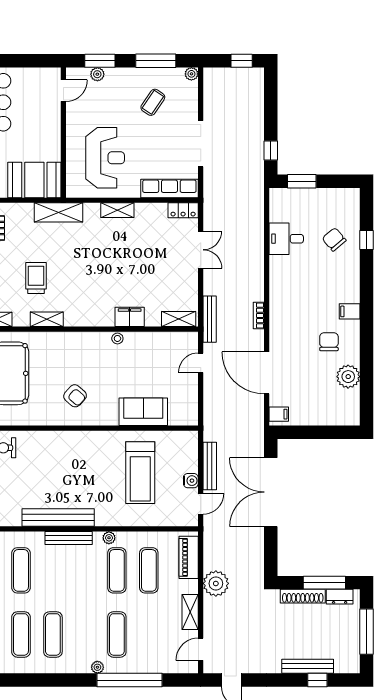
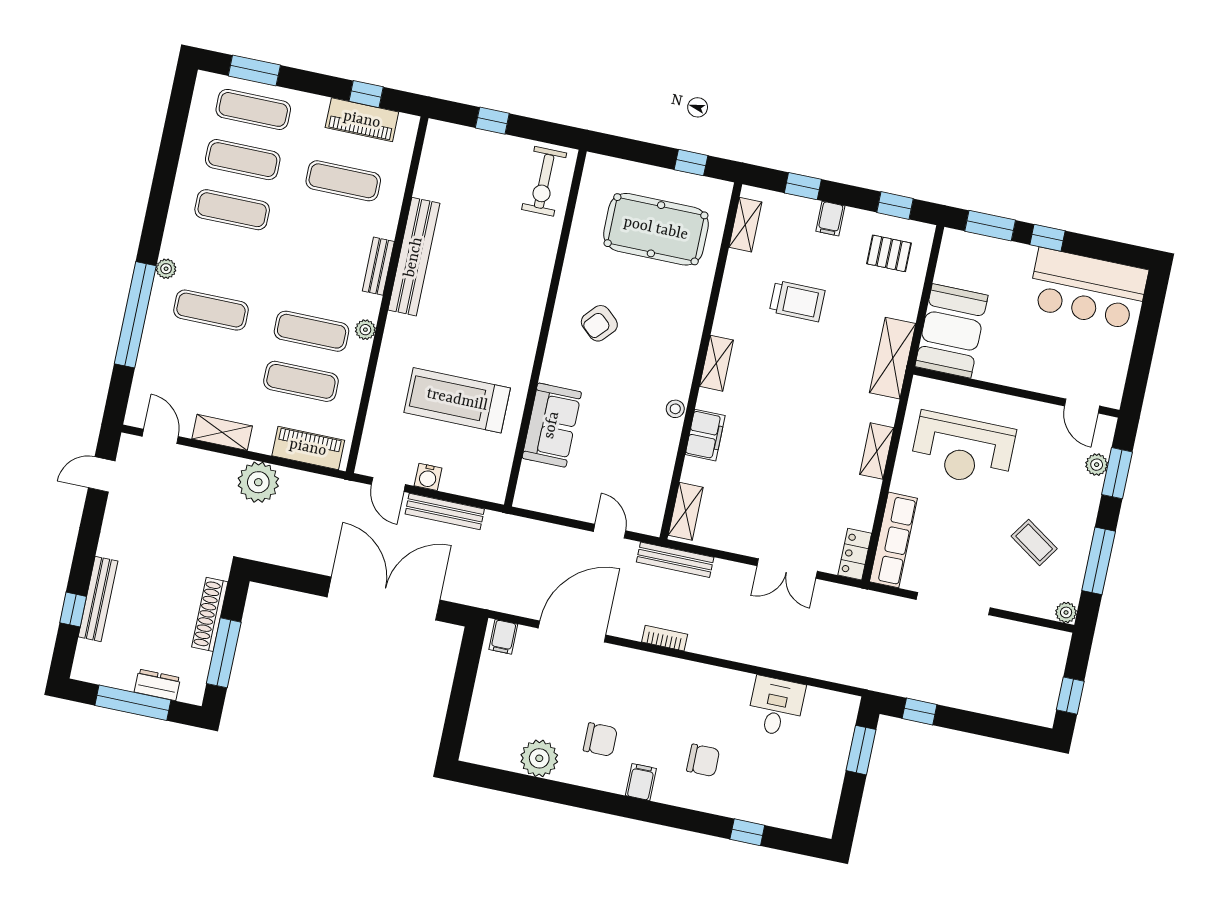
chair: (334, 239) -> (703, 760), moved, turned 40
shelving: (47, 319) -> (716, 363), moved
bench: (69, 538) -> (378, 266), width x0.73
dresser: (340, 597) -> (157, 685), moved, turned 90

